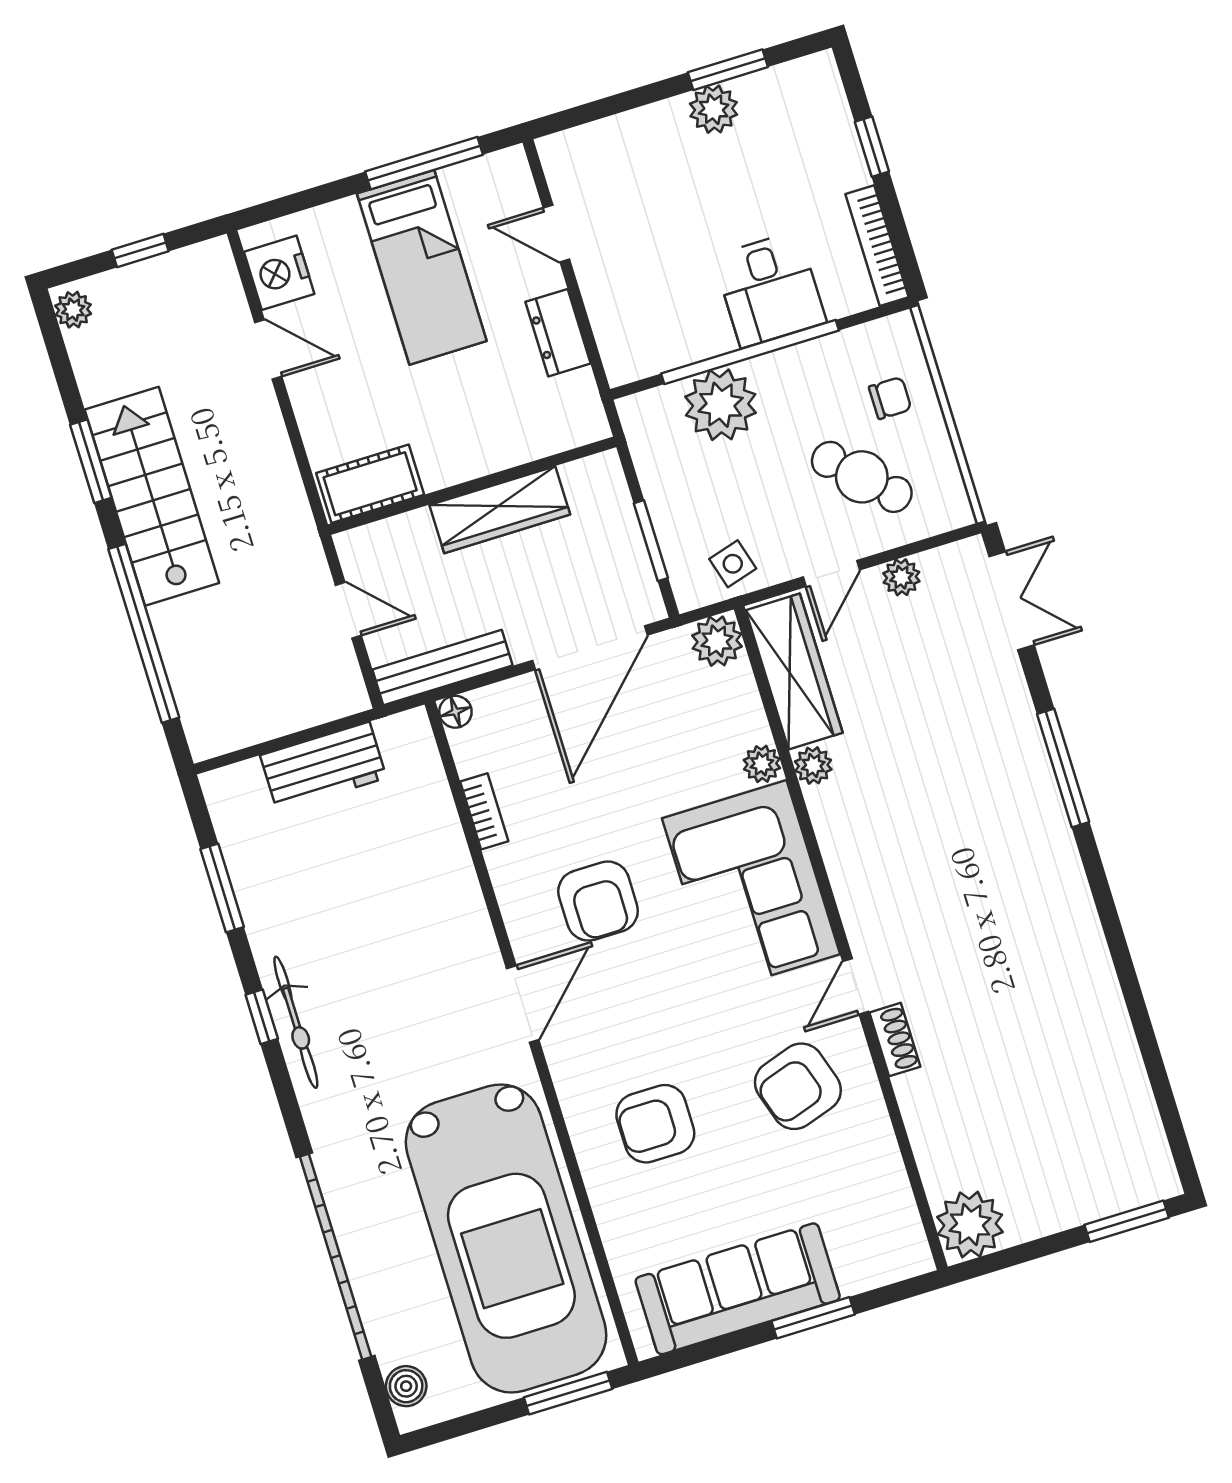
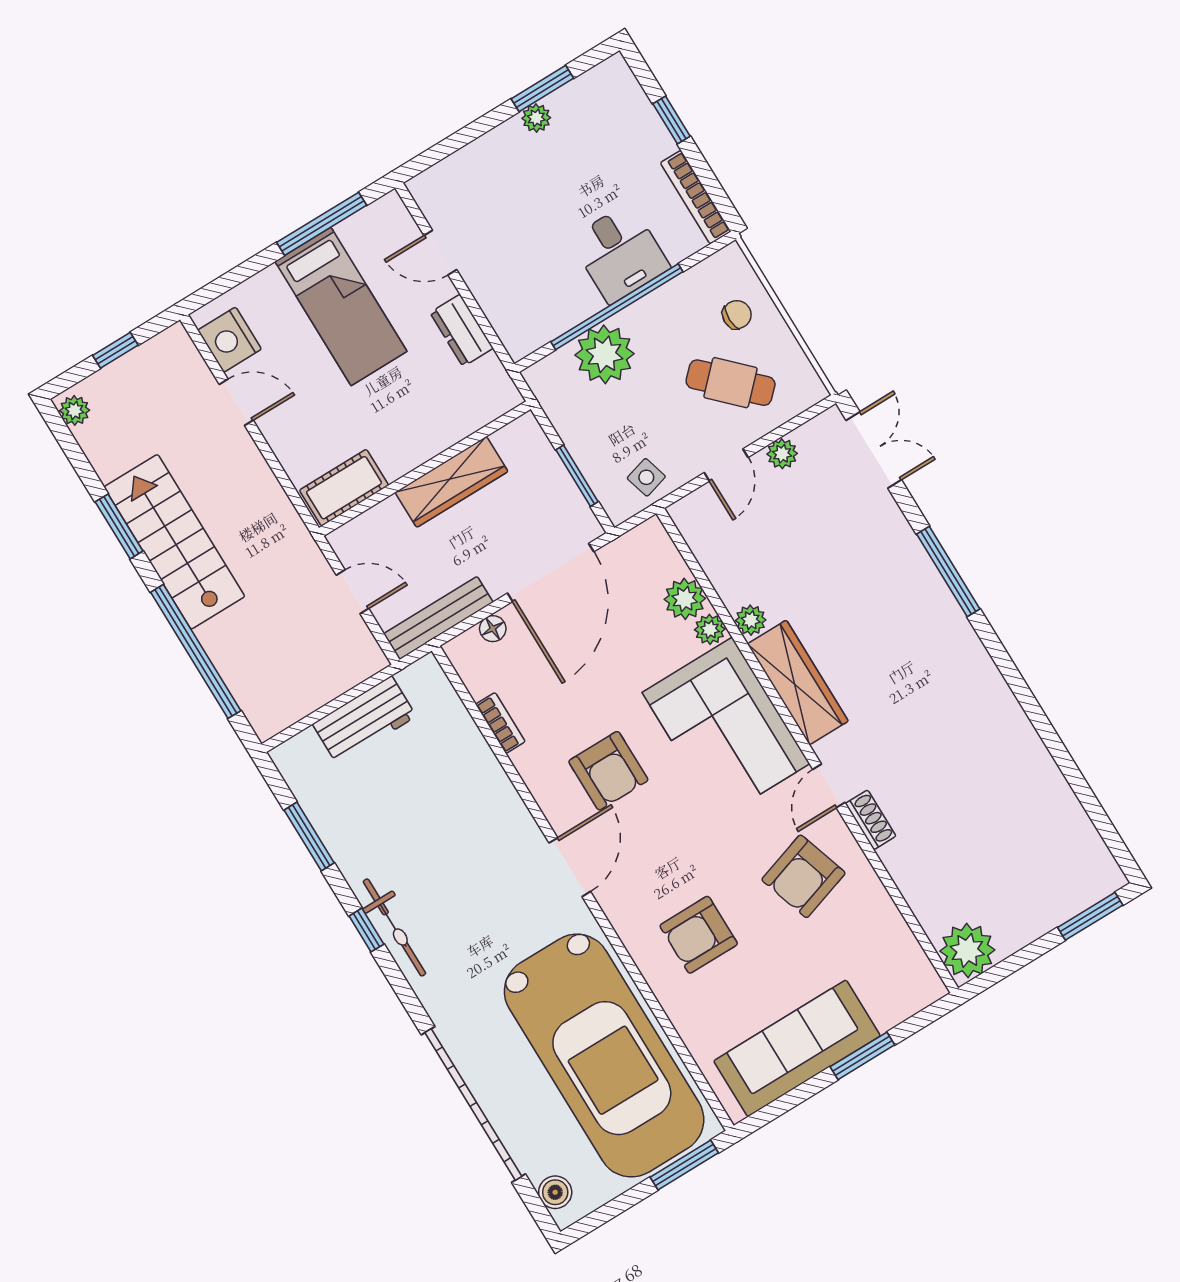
plant: (714, 109) -> (536, 118), width x0.73, depth x0.73
plant: (717, 641) -> (685, 599), moved
wardrobe: (794, 671) -> (798, 682), moved
floor lamp: (455, 712) -> (493, 629), moved

